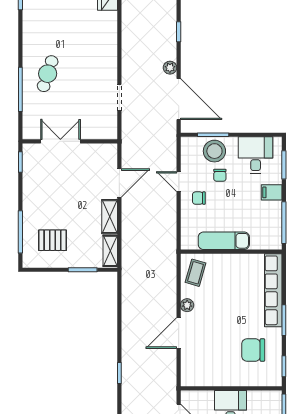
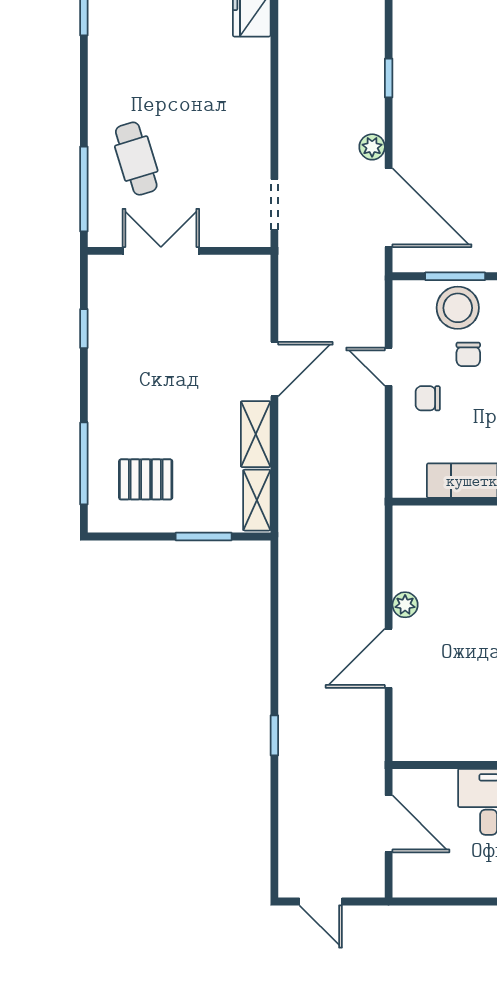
cafe table: (48, 74) -> (136, 159), turned -35
double door: (60, 141) -> (161, 251), moved
wall: (70, 141) -> (179, 251), moved
coffee table: (196, 273) -> (421, 542), removed

